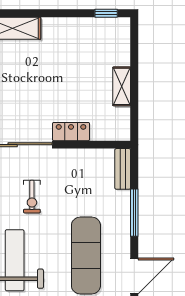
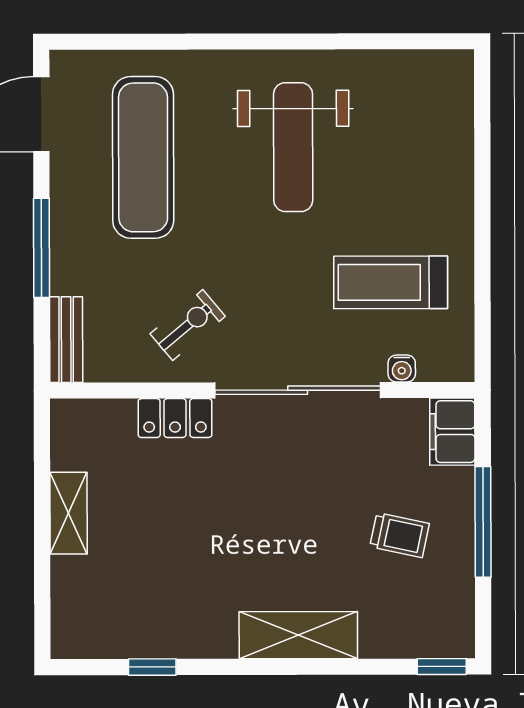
window: (106, 13) -> (152, 667), moved
exercise bike: (32, 197) -> (188, 325), moved, turned 50

